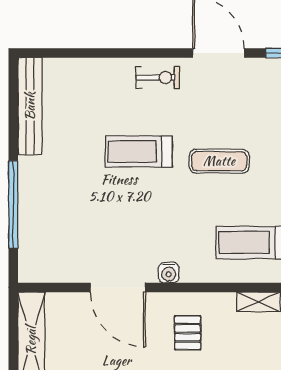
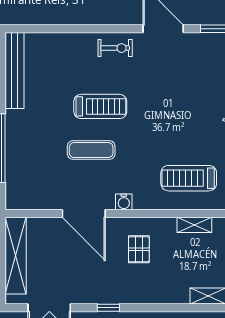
treadmill: (139, 152) -> (100, 106), turned 180
exercise mat: (219, 161) -> (91, 150), moved

